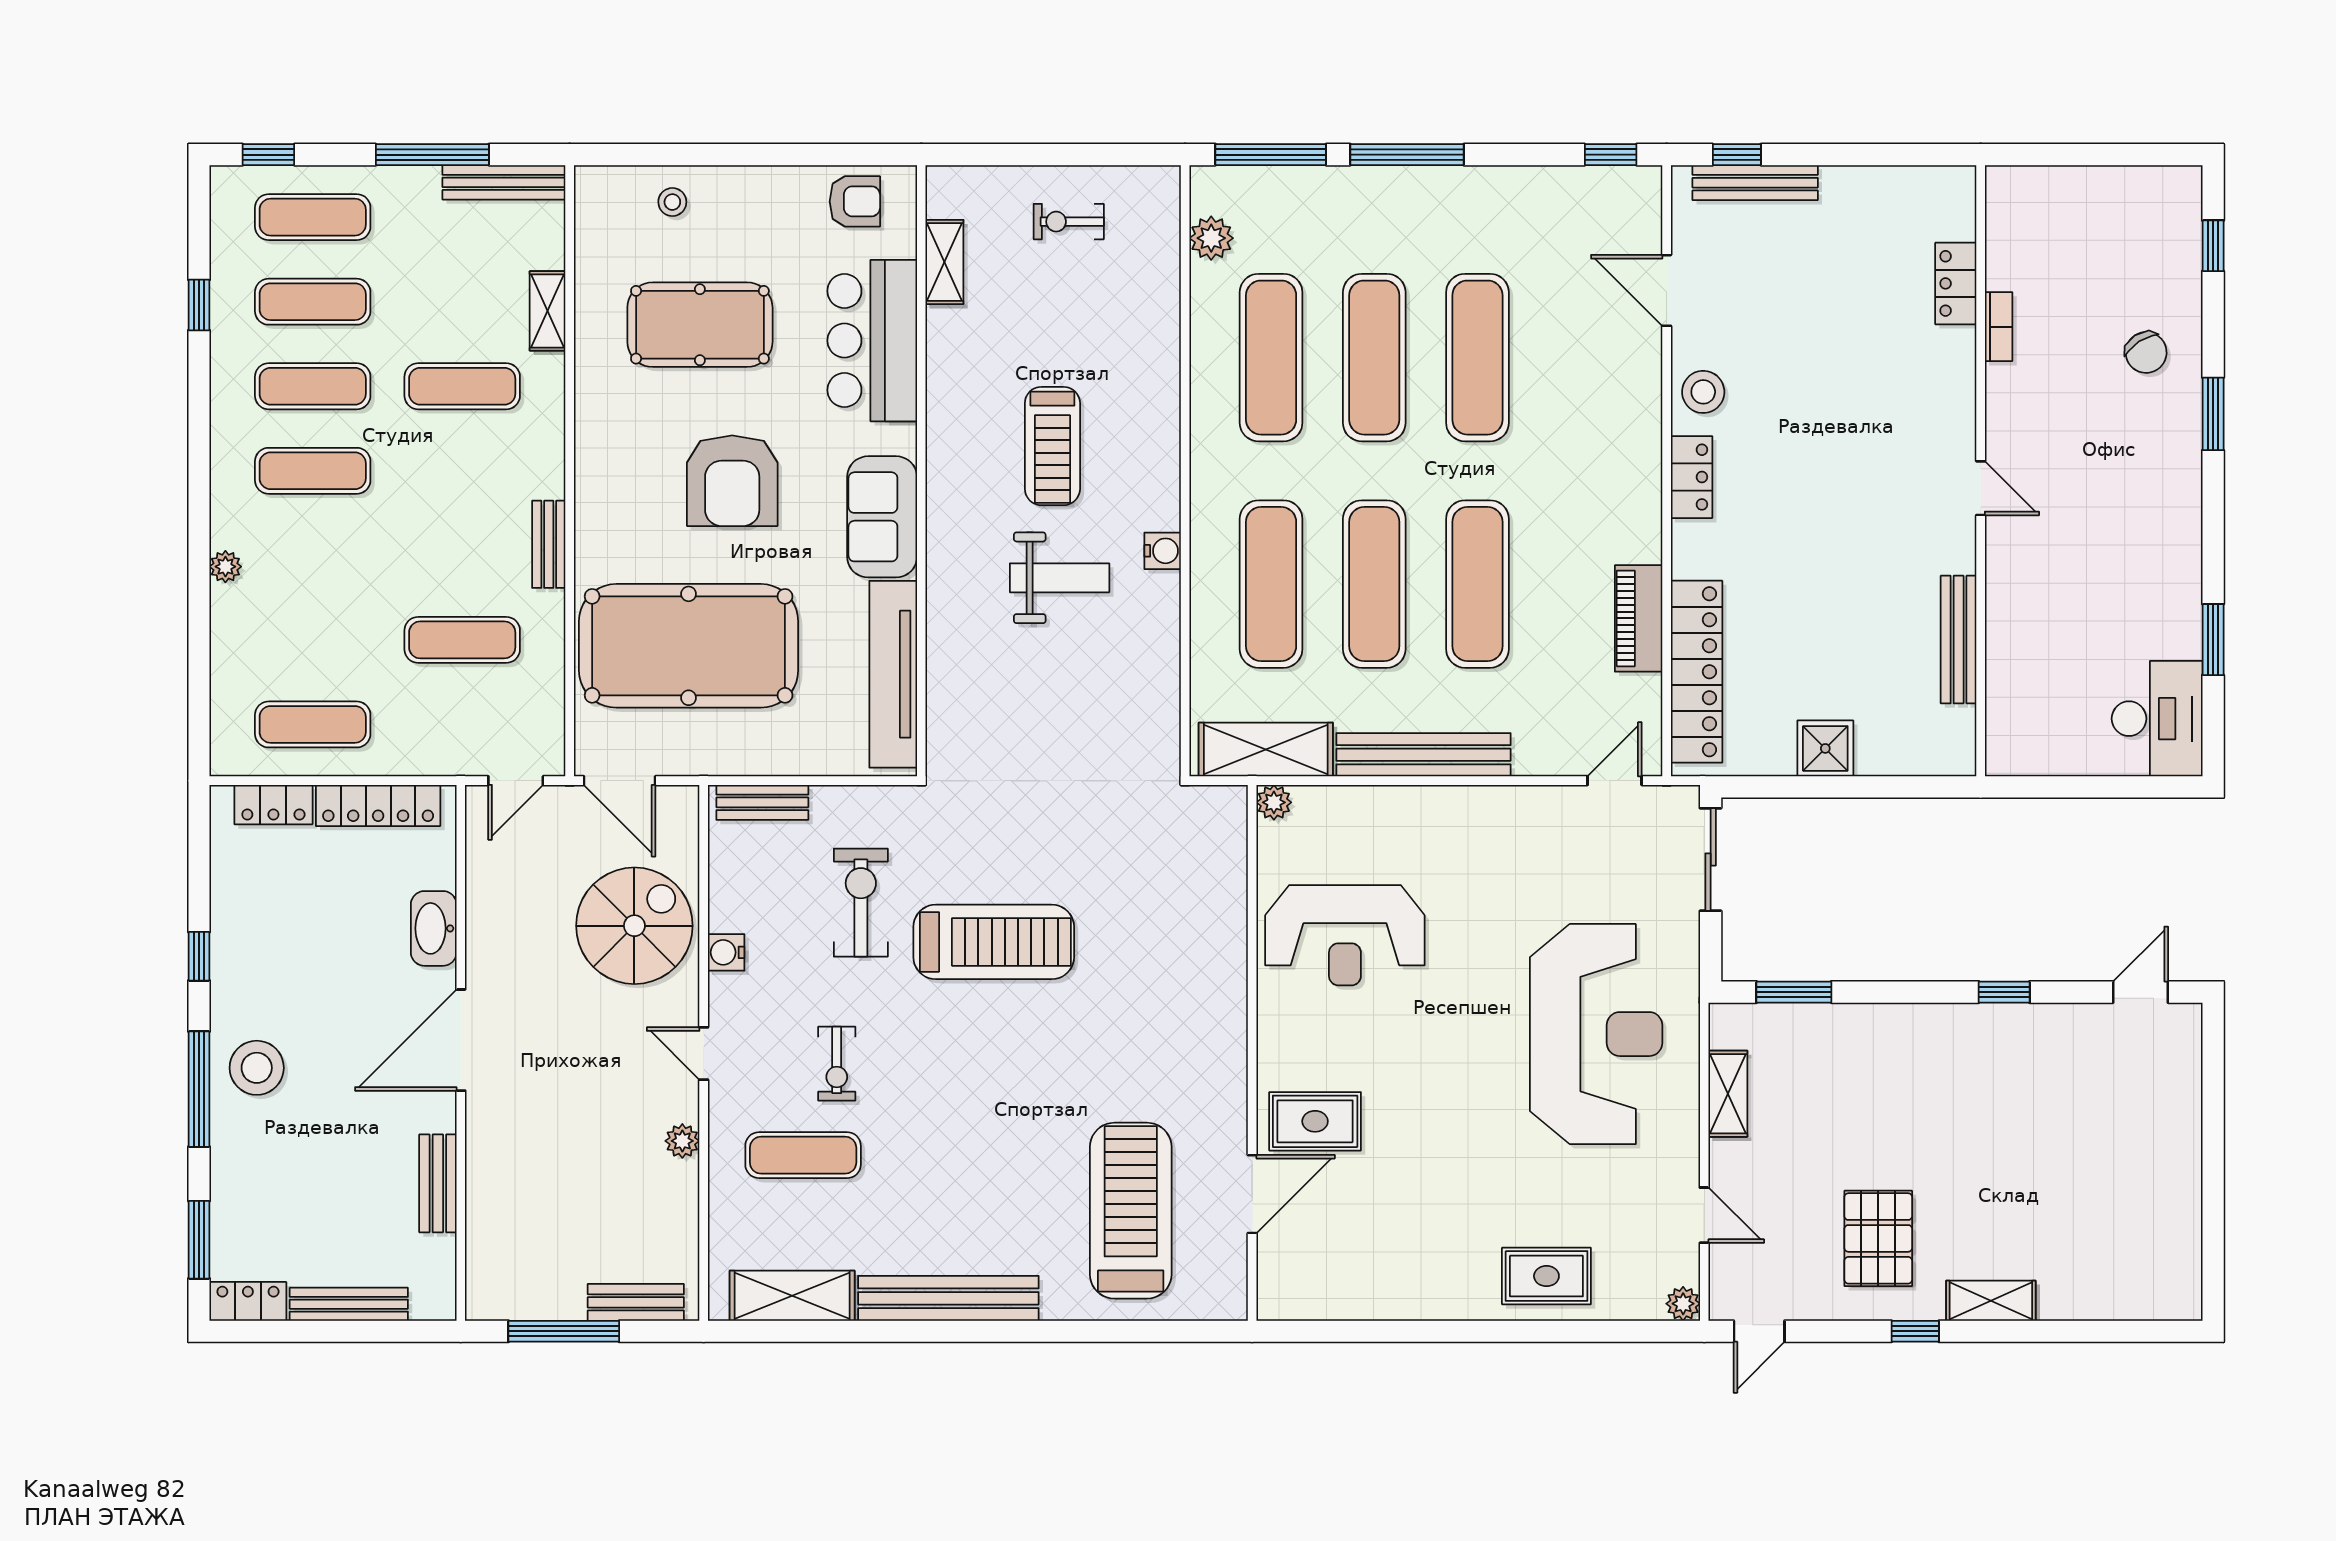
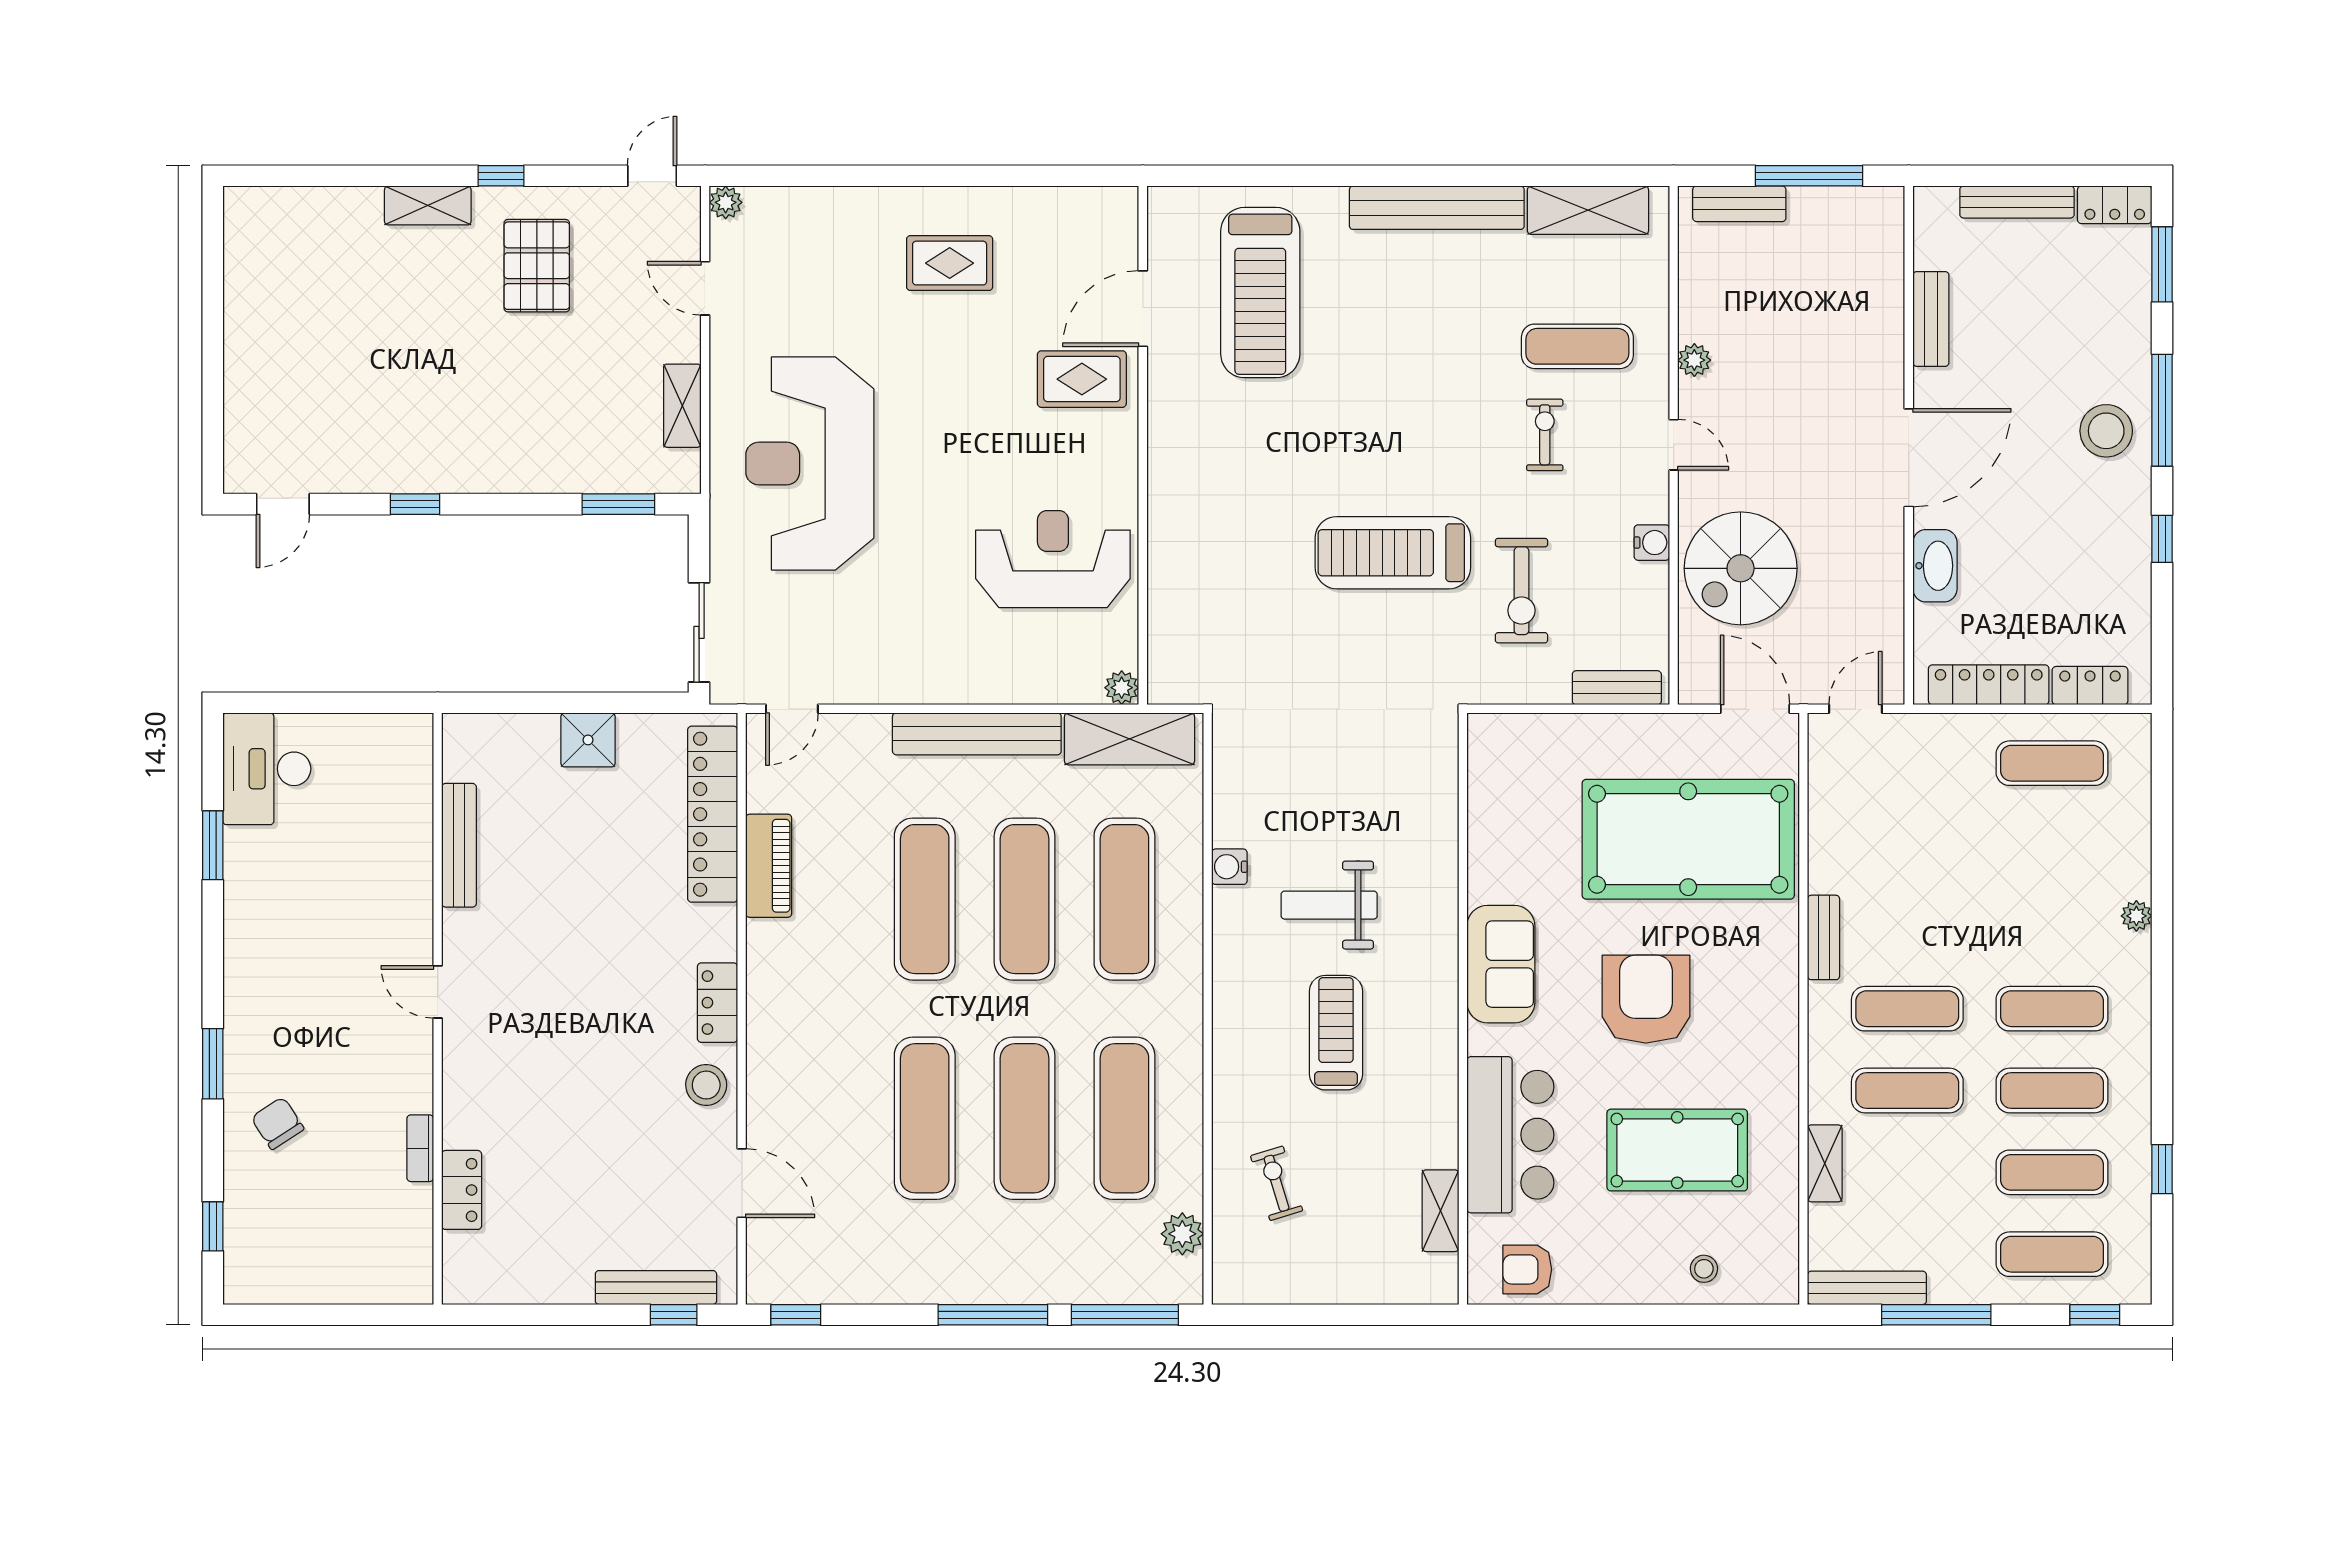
exercise bike: (1069, 222) -> (1277, 1183), moved, turned -107
water cooler: (1163, 551) -> (1229, 867), moved
exercise mat: (462, 640) -> (1907, 1009), moved
tv unit: (893, 674) -> (1490, 812), removed
rug: (1546, 1276) -> (950, 263), moved

